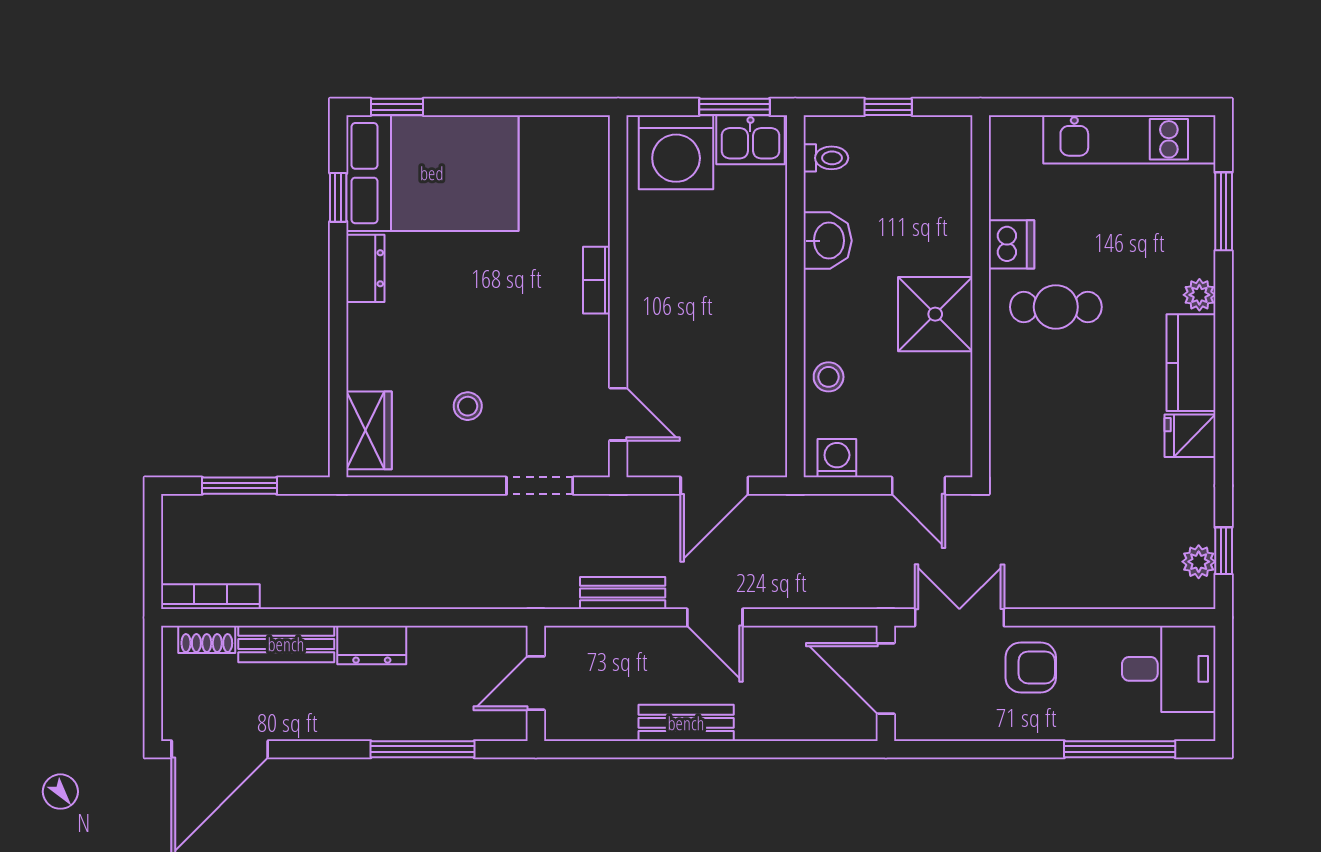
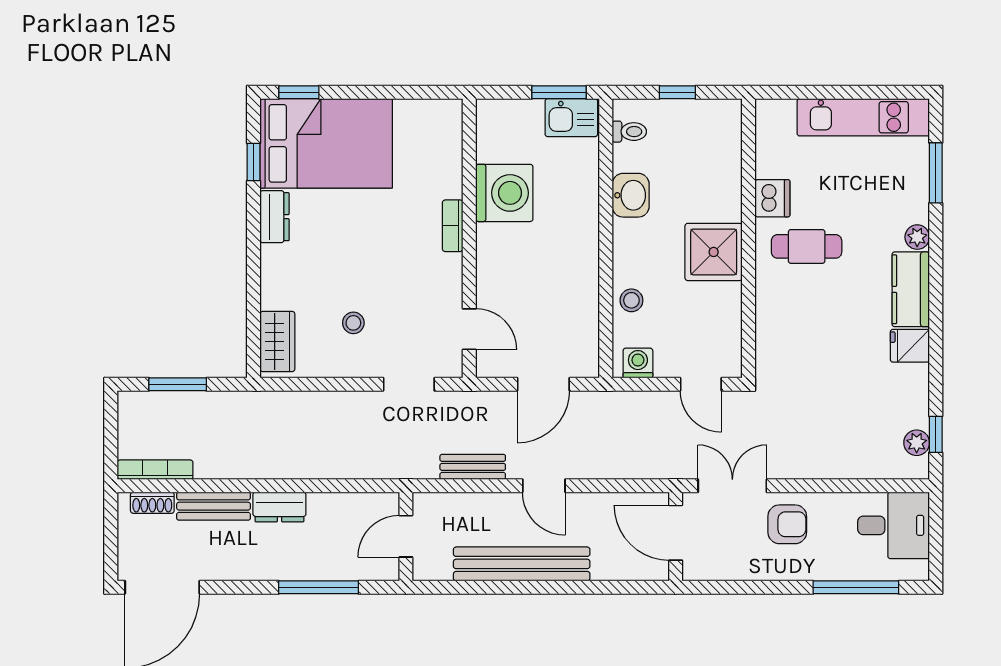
washing machine: (676, 152) -> (504, 193), moved, turned -90
bench: (686, 723) -> (522, 564), width x1.86, depth x1.21

